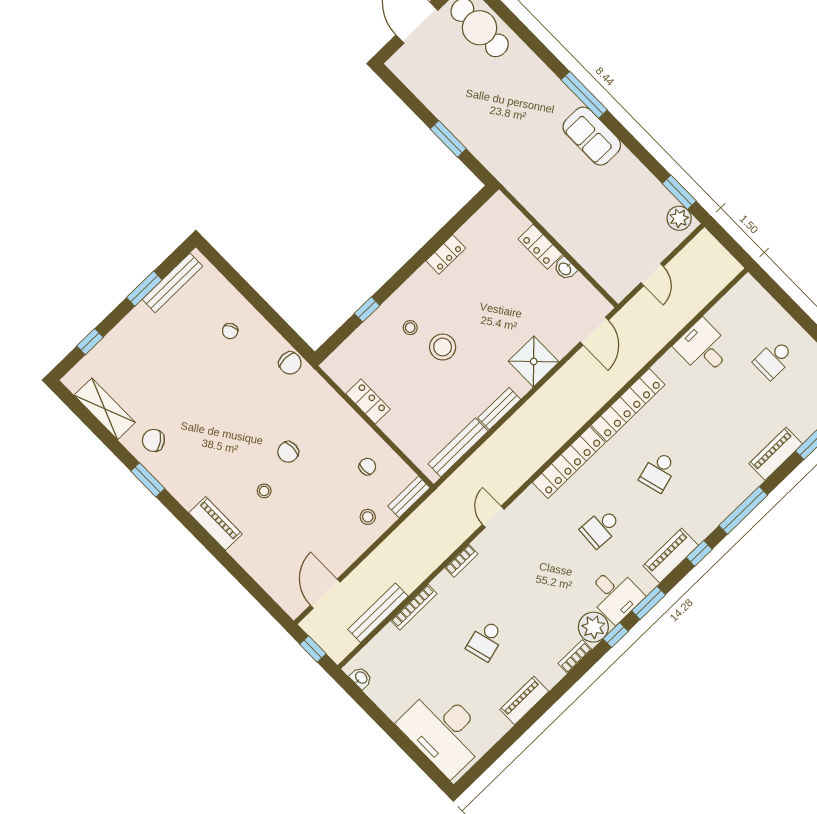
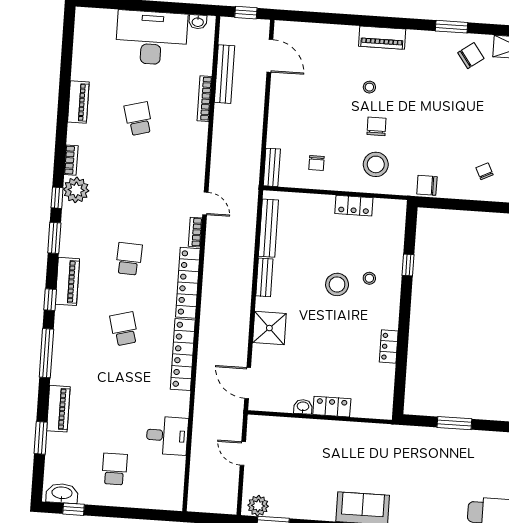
stool: (368, 517) -> (376, 164), moved, width x1.89, depth x1.89
bookcase: (461, 561) -> (195, 232), moved
desk: (615, 595) -> (81, 224), removed
desk: (444, 731) -> (152, 38), moved

